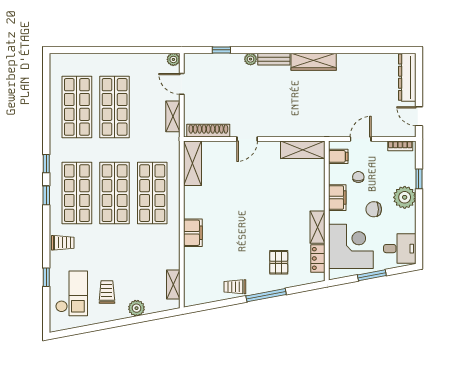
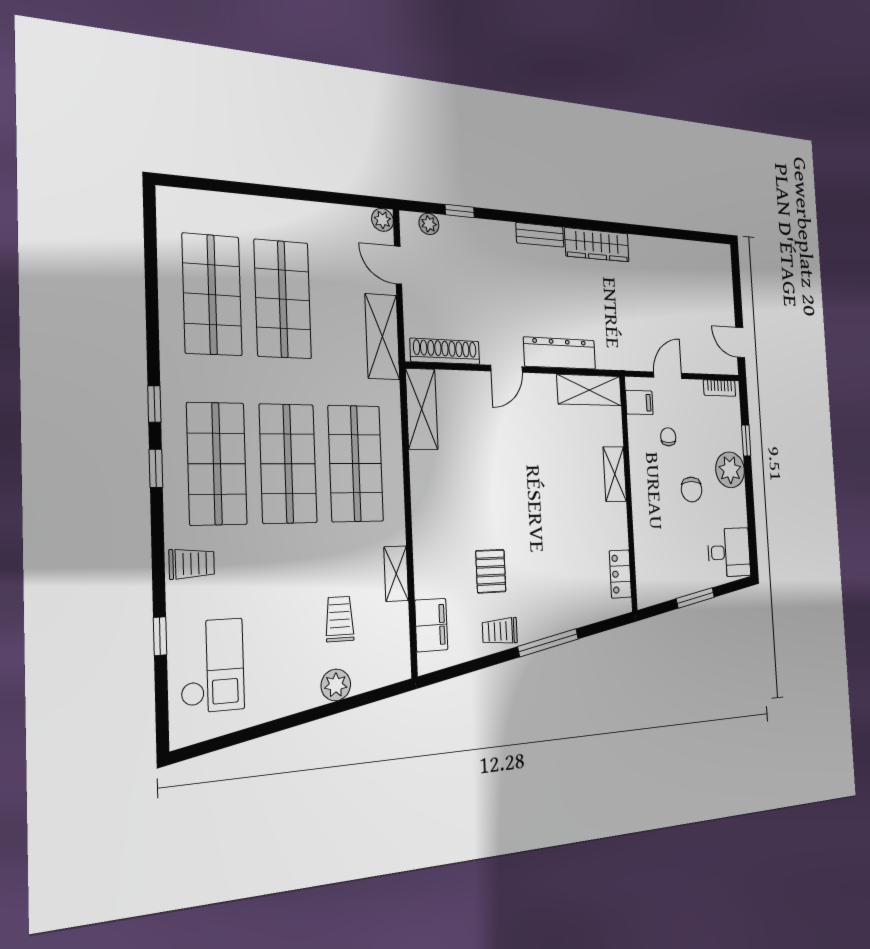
plant: (251, 59) -> (429, 224), moved
dresser: (407, 77) -> (560, 353), moved, turned 90
shelving: (173, 116) -> (382, 337), width x1.50, depth x1.33
filing cabinet: (337, 198) -> (642, 471), removed
chair: (374, 209) -> (692, 489), turned -90
shelving: (318, 227) -> (615, 474), moved
filing cabinet: (193, 233) -> (431, 625), moved
corner desk: (351, 246) -> (665, 551), removed
pallet: (279, 262) -> (491, 571), moved
shelving: (173, 285) -> (396, 574), moved
trolley: (107, 292) -> (340, 619), moved

